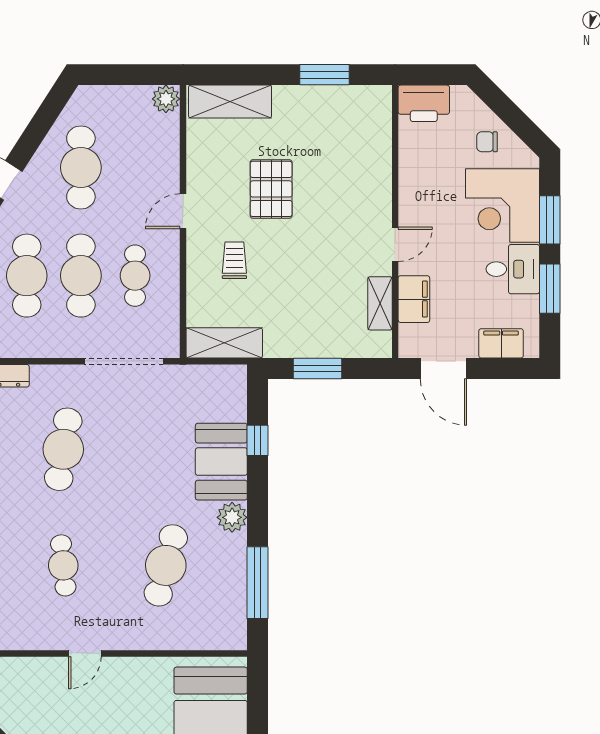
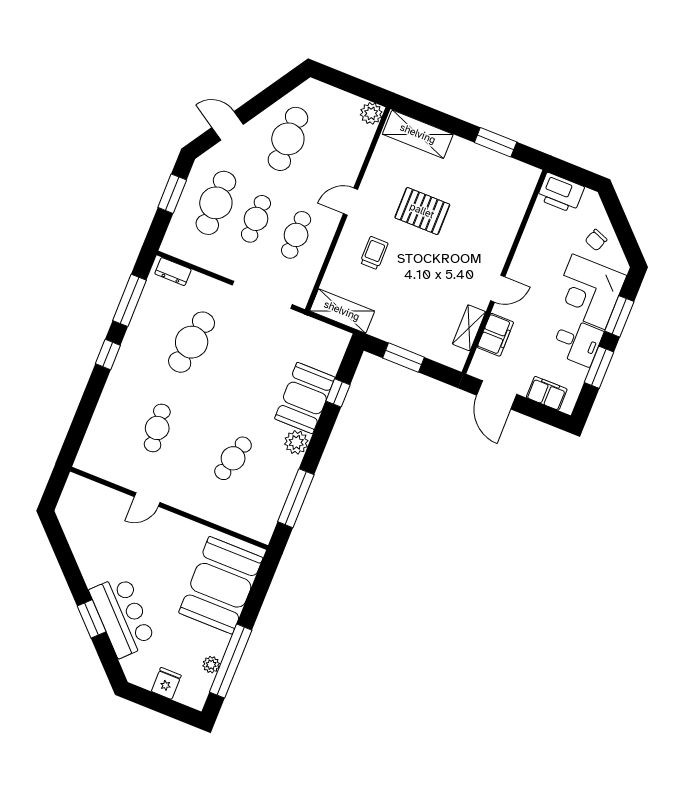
chair: (487, 142) -> (596, 240), turned -69
pallet: (271, 189) -> (422, 211), turned 90
cafe table: (81, 276) -> (256, 219), width x0.73, depth x0.74
cafe table: (166, 565) -> (233, 458), width x0.73, depth x0.74

